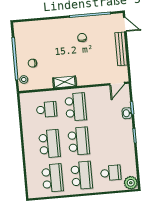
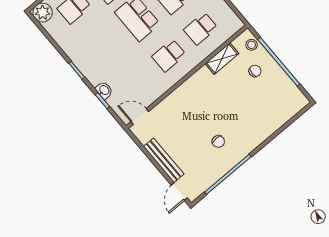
door: (125, 25) -> (179, 192), hinge flipped
shelving: (65, 82) -> (222, 59), moved
door: (117, 84) -> (140, 116), hinge flipped
school desk: (76, 107) -> (169, 56), width x0.54

